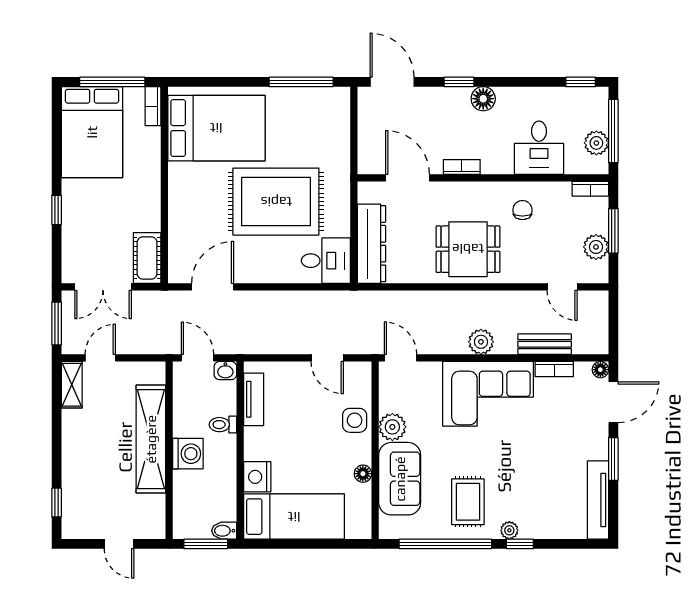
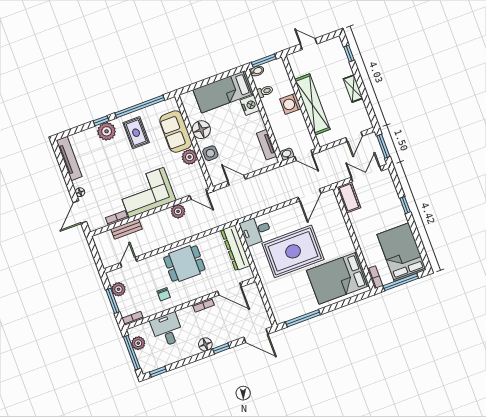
door: (562, 287) -> (128, 262), hinge flipped
plant: (481, 342) -> (178, 211), moved
floor lamp: (600, 370) -> (80, 192), moved
shelving: (72, 385) -> (353, 89), moved
toilet: (223, 425) -> (265, 91), moved
window: (613, 459) -> (69, 183), removed
floor lamp: (363, 474) -> (201, 130), width x1.89, depth x1.89
plant: (509, 530) -> (107, 131), width x1.87, depth x1.87

